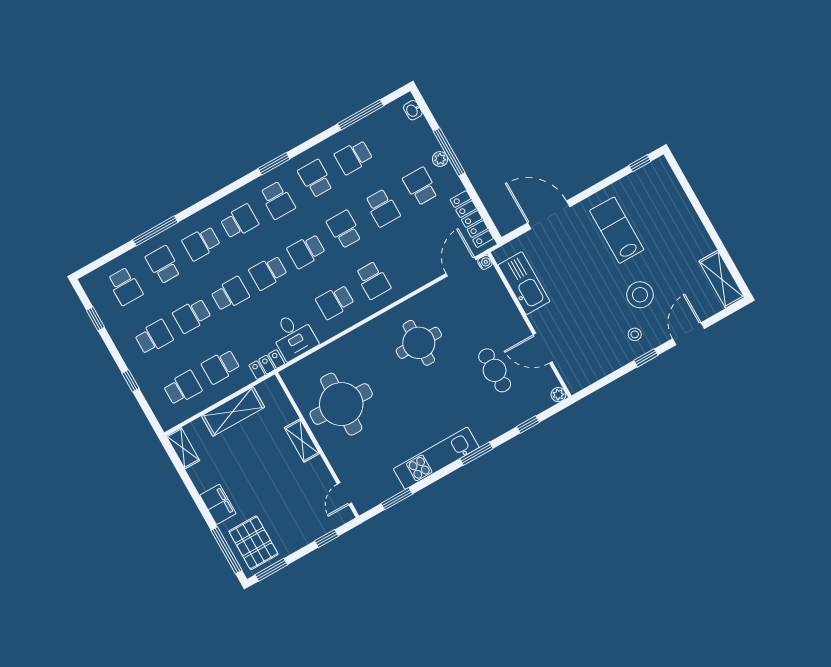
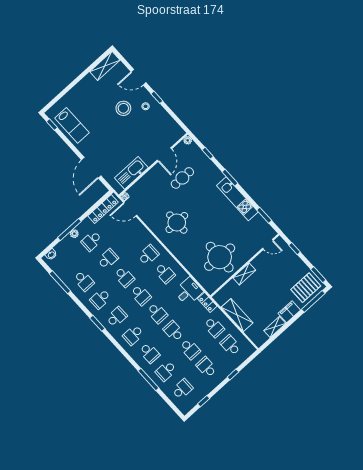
school desk: (239, 222) -> (133, 335), turned -90
school desk: (344, 229) -> (124, 277), turned -90
lab bench: (617, 230) -> (72, 125), moved, turned -90
shelving: (183, 448) -> (275, 327), moved

